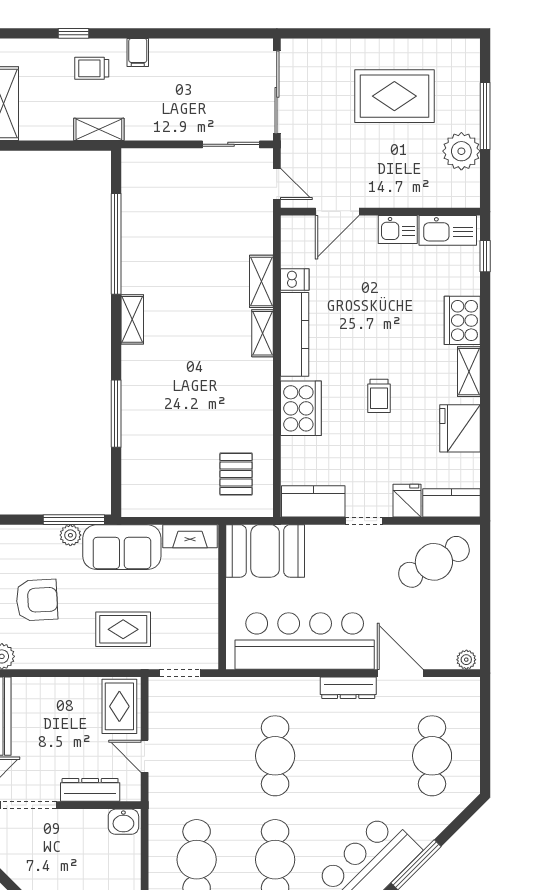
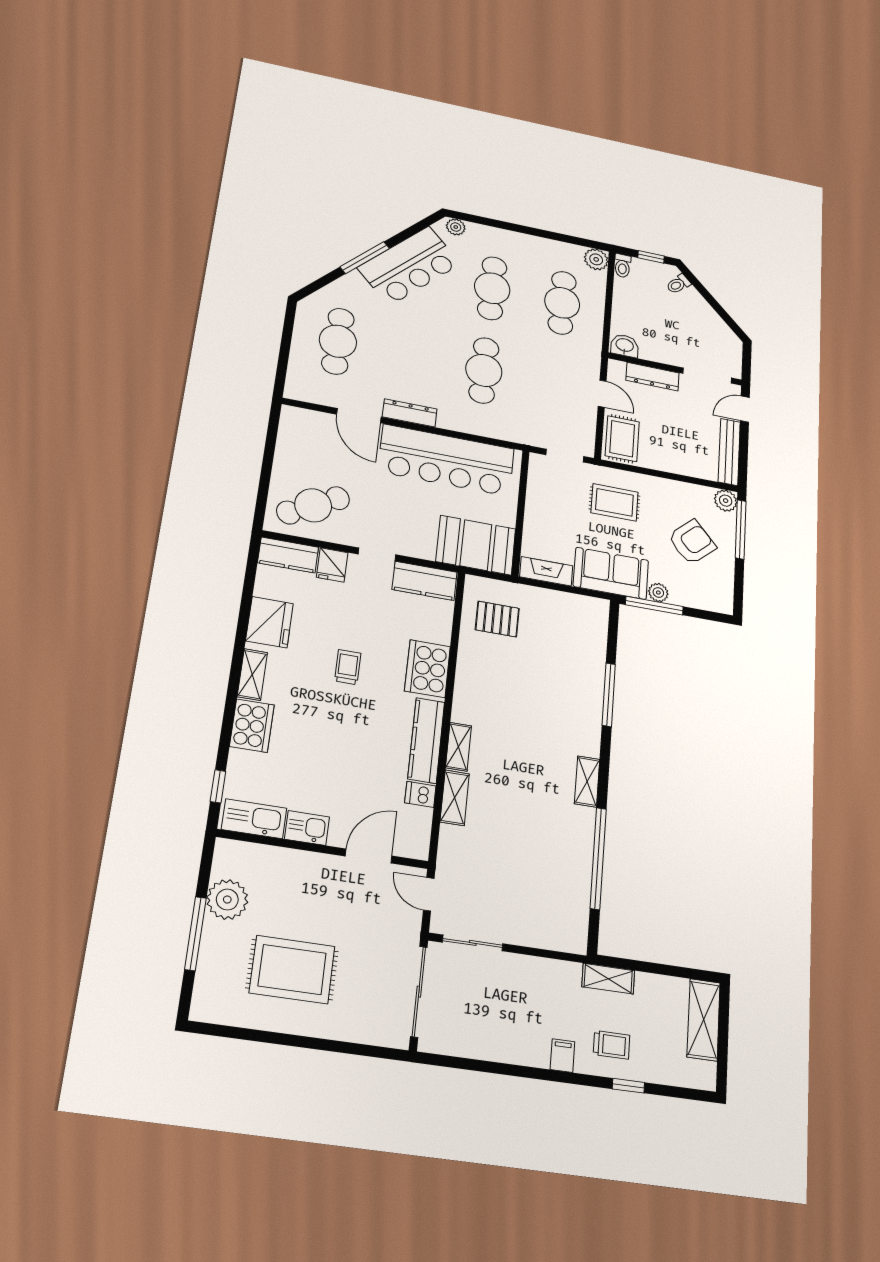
pallet: (236, 474) -> (497, 619), turned 90
armchair: (37, 600) -> (692, 542), turned 141
plant: (466, 660) -> (294, 415), removed

